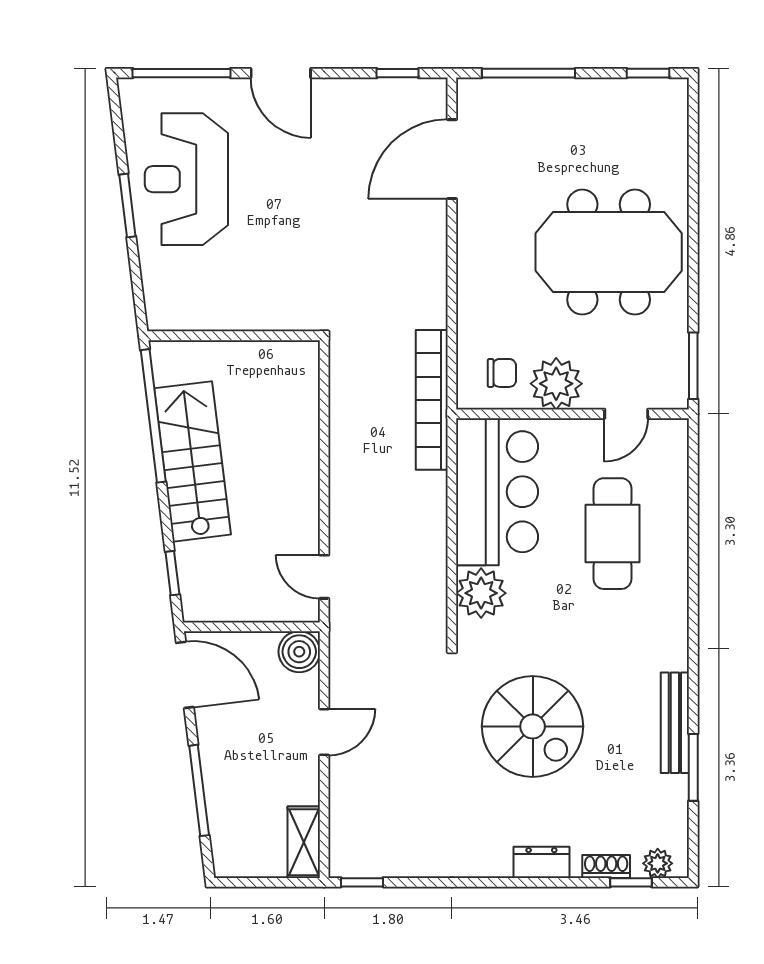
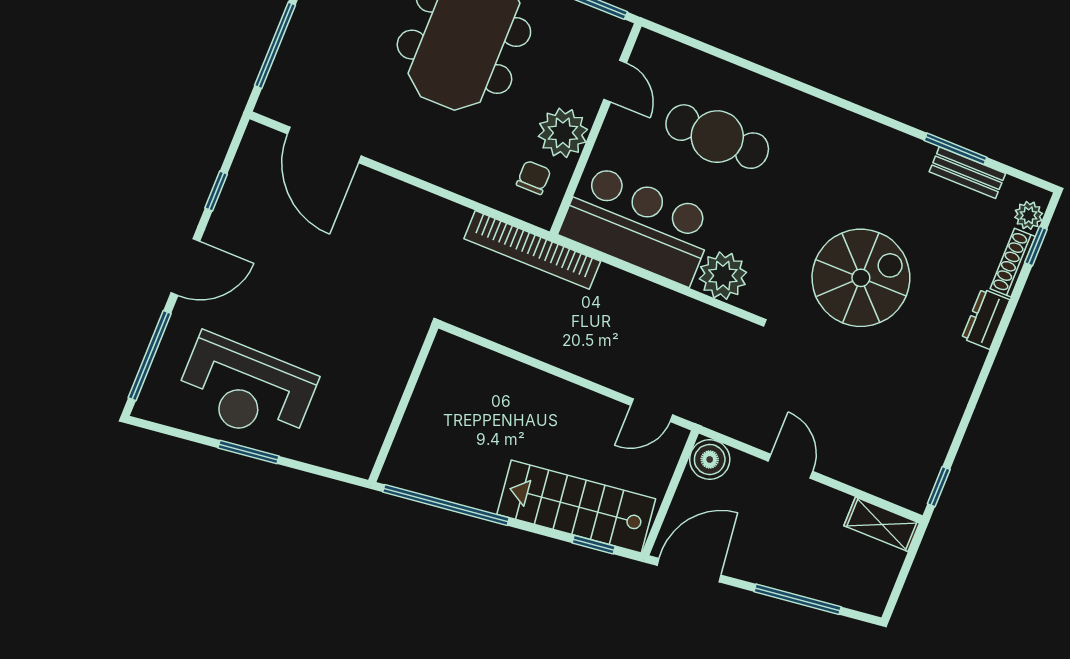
window: (398, 73) -> (216, 191), moved
stairs: (192, 461) -> (576, 506), moved
bench: (675, 723) -> (967, 173), moved, width x0.73
shoe rack: (606, 867) -> (1013, 263), width x1.43

